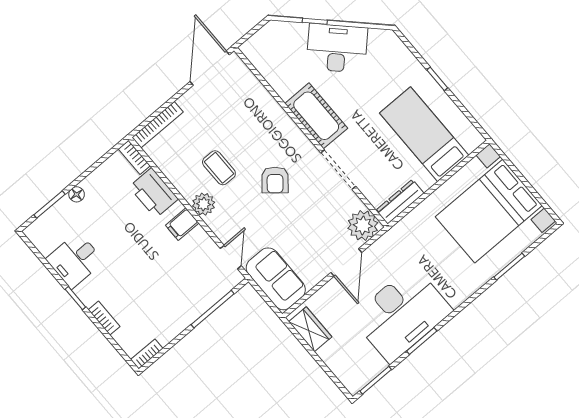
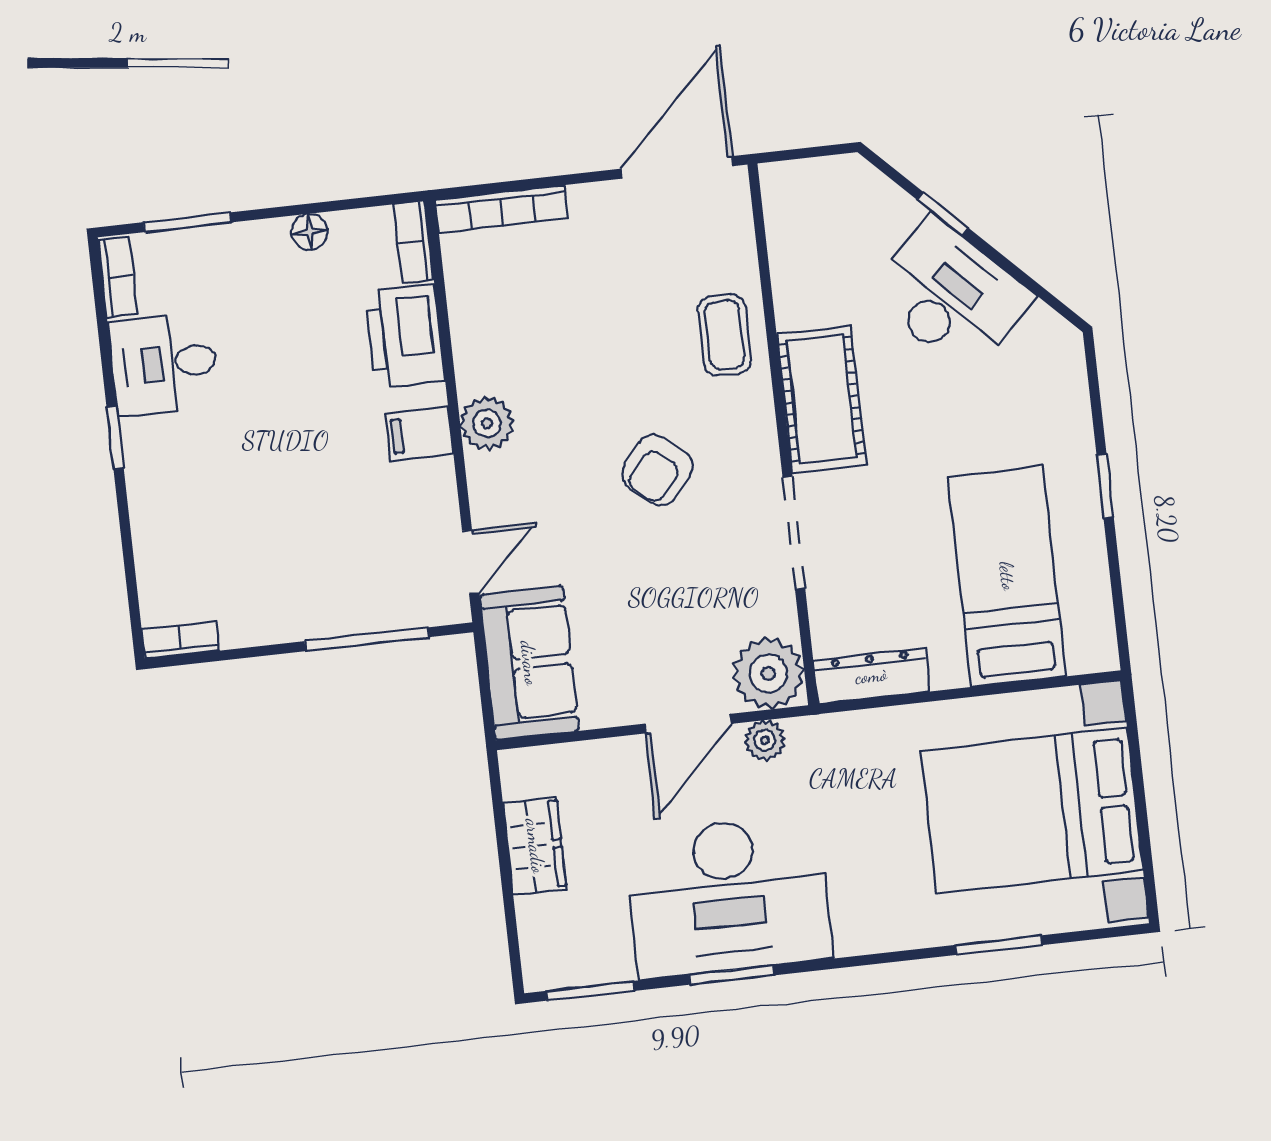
coffee table: (219, 168) -> (725, 335), moved
floor lamp: (77, 194) -> (310, 232), moved
plant: (378, 250) -> (765, 740), added
bookcase: (104, 318) -> (118, 277), moved
wardrobe: (310, 329) -> (535, 846), moved

